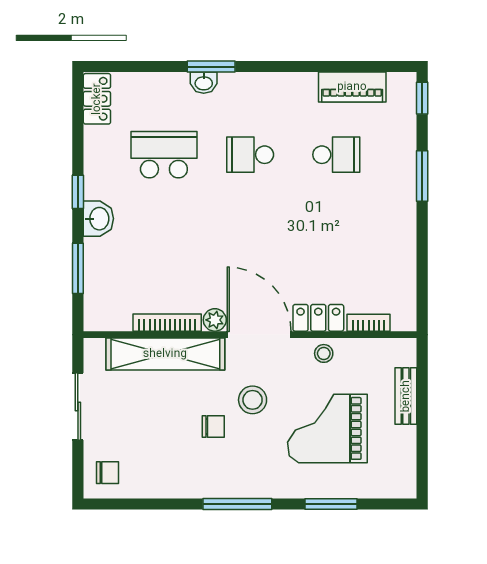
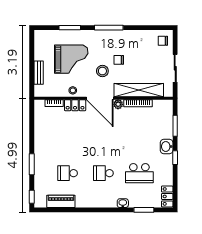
window: (211, 67) -> (144, 210), moved
school desk: (250, 155) -> (103, 173), turned 180

